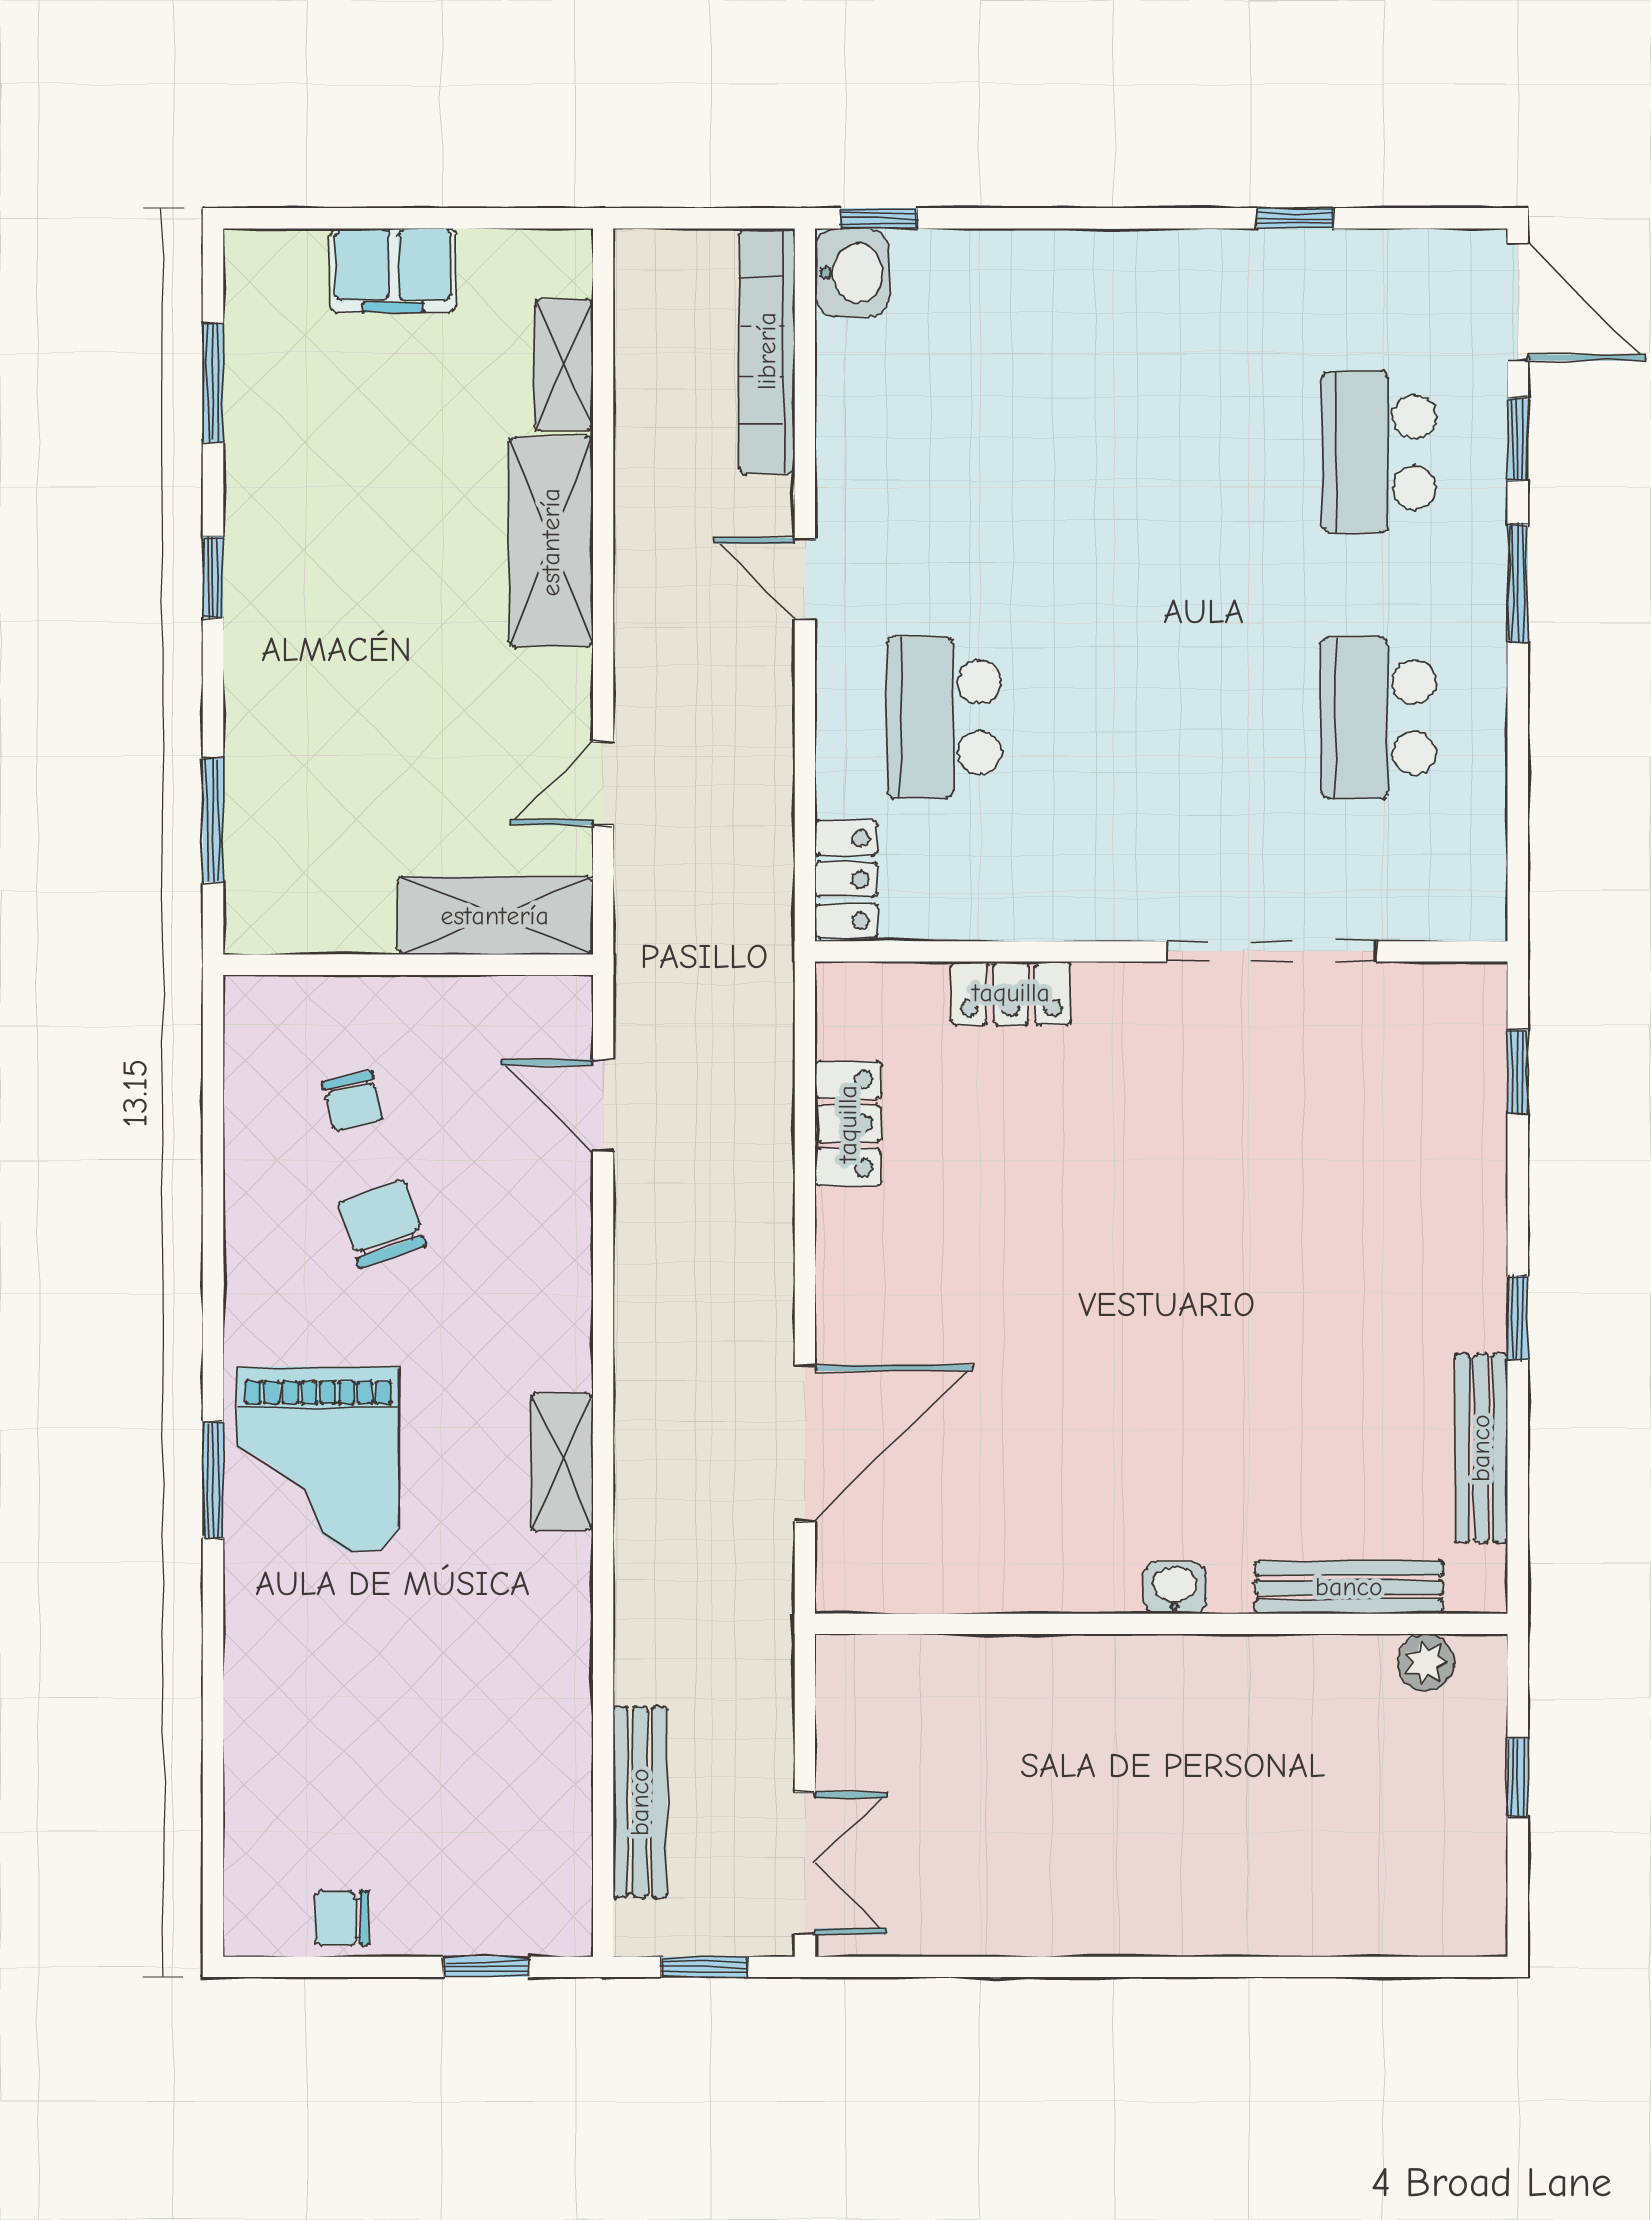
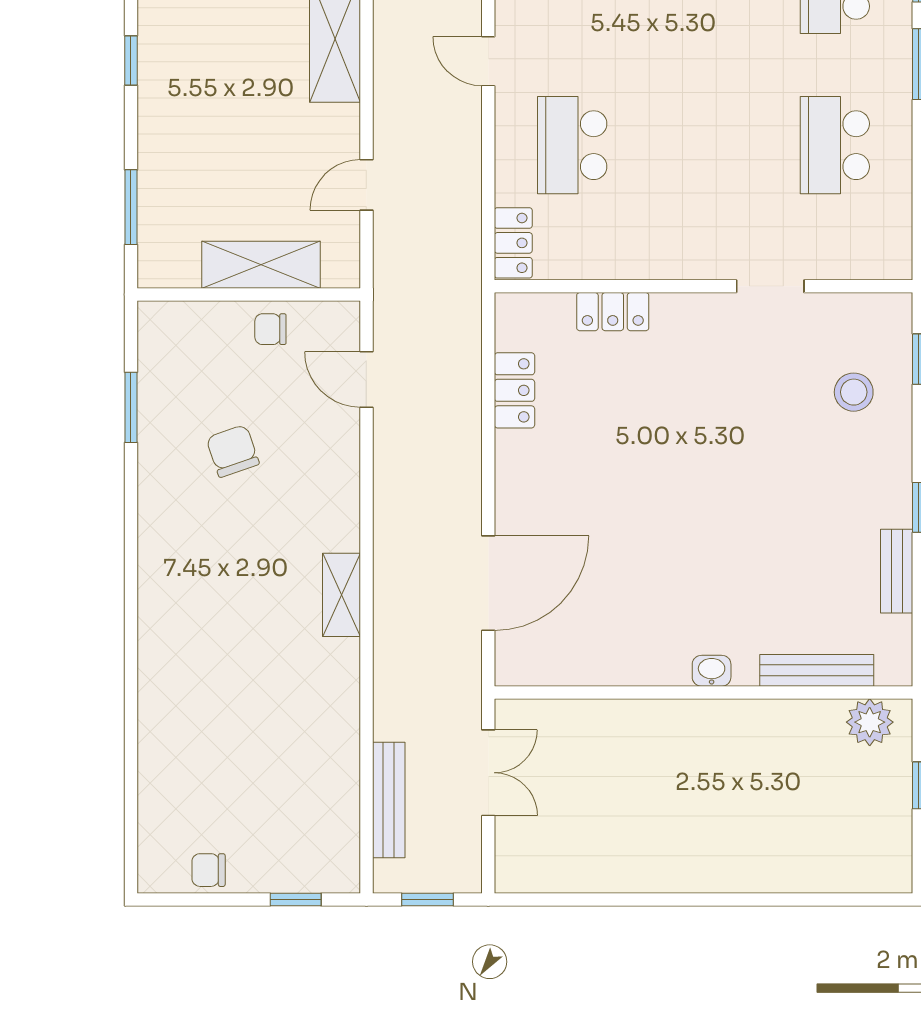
shelving: (495, 916) -> (261, 265), moved
doorway: (1272, 951) -> (770, 286), width x0.53
chair: (353, 1101) -> (270, 329), moved, turned 103
stool: (1410, 1126) -> (854, 392), added
bench: (1481, 1448) -> (897, 571), width x0.73
grand piano: (318, 1460) -> (194, 593), removed
window: (213, 1480) -> (131, 407), moved
plant: (1426, 1662) -> (870, 722), width x1.38, depth x1.38
double door: (805, 1863) -> (488, 773), moved

